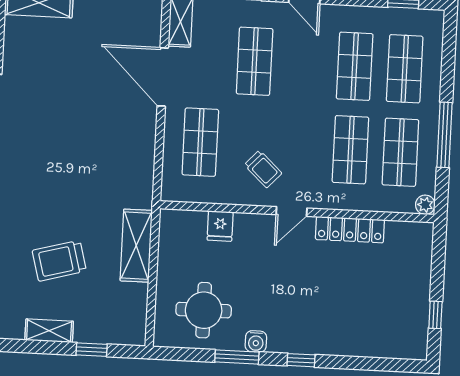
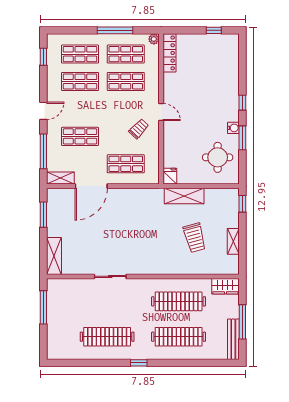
fridge: (220, 226) -> (170, 176), moved, turned -90
locker: (350, 230) -> (169, 53), moved
window: (92, 350) -> (242, 204), moved

